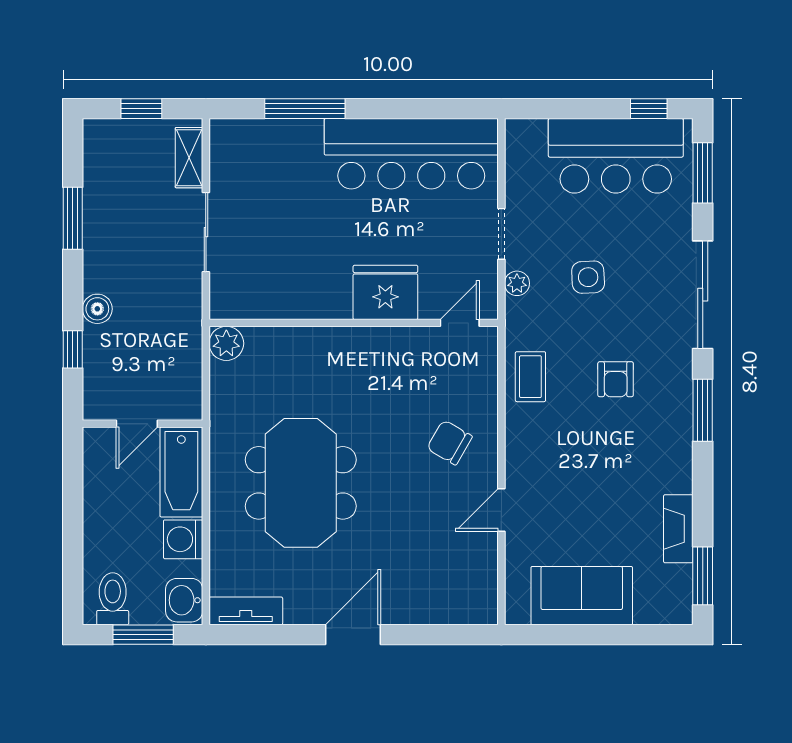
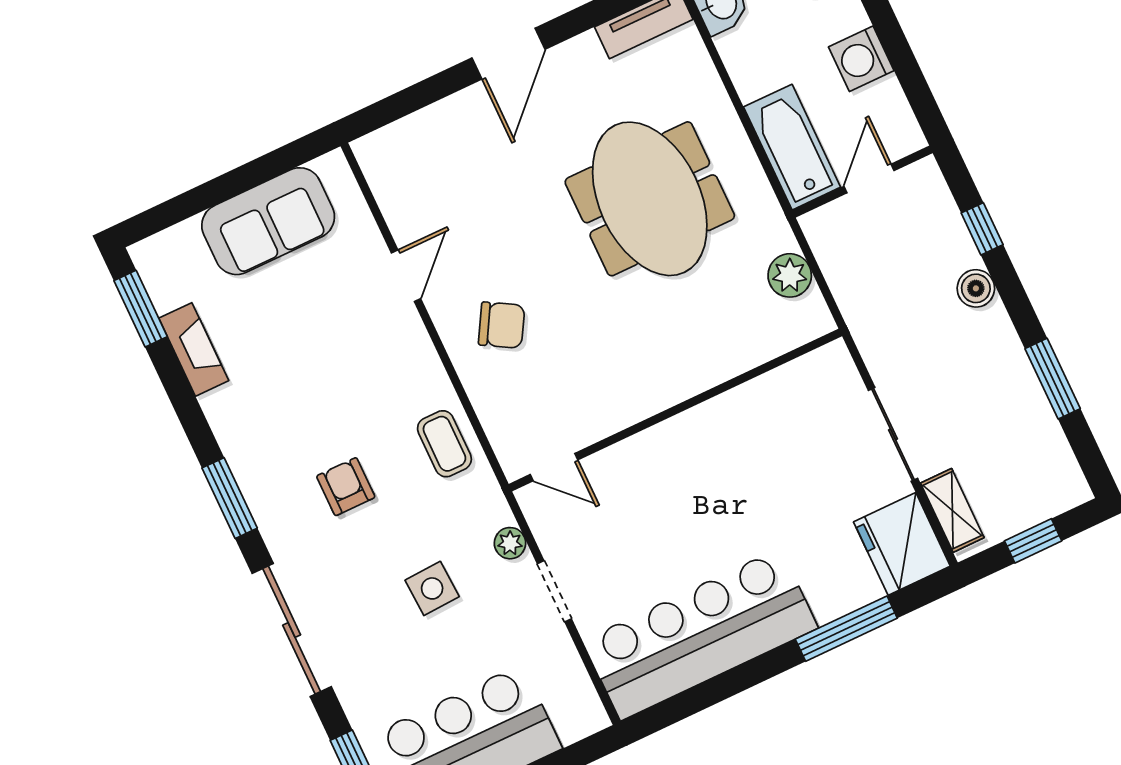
fridge: (385, 292) -> (902, 544), moved, turned 90
door: (460, 323) -> (554, 467), hinge flipped
plant: (226, 343) -> (790, 275), moved
washing machine: (183, 539) -> (861, 59), moved, turned 180

